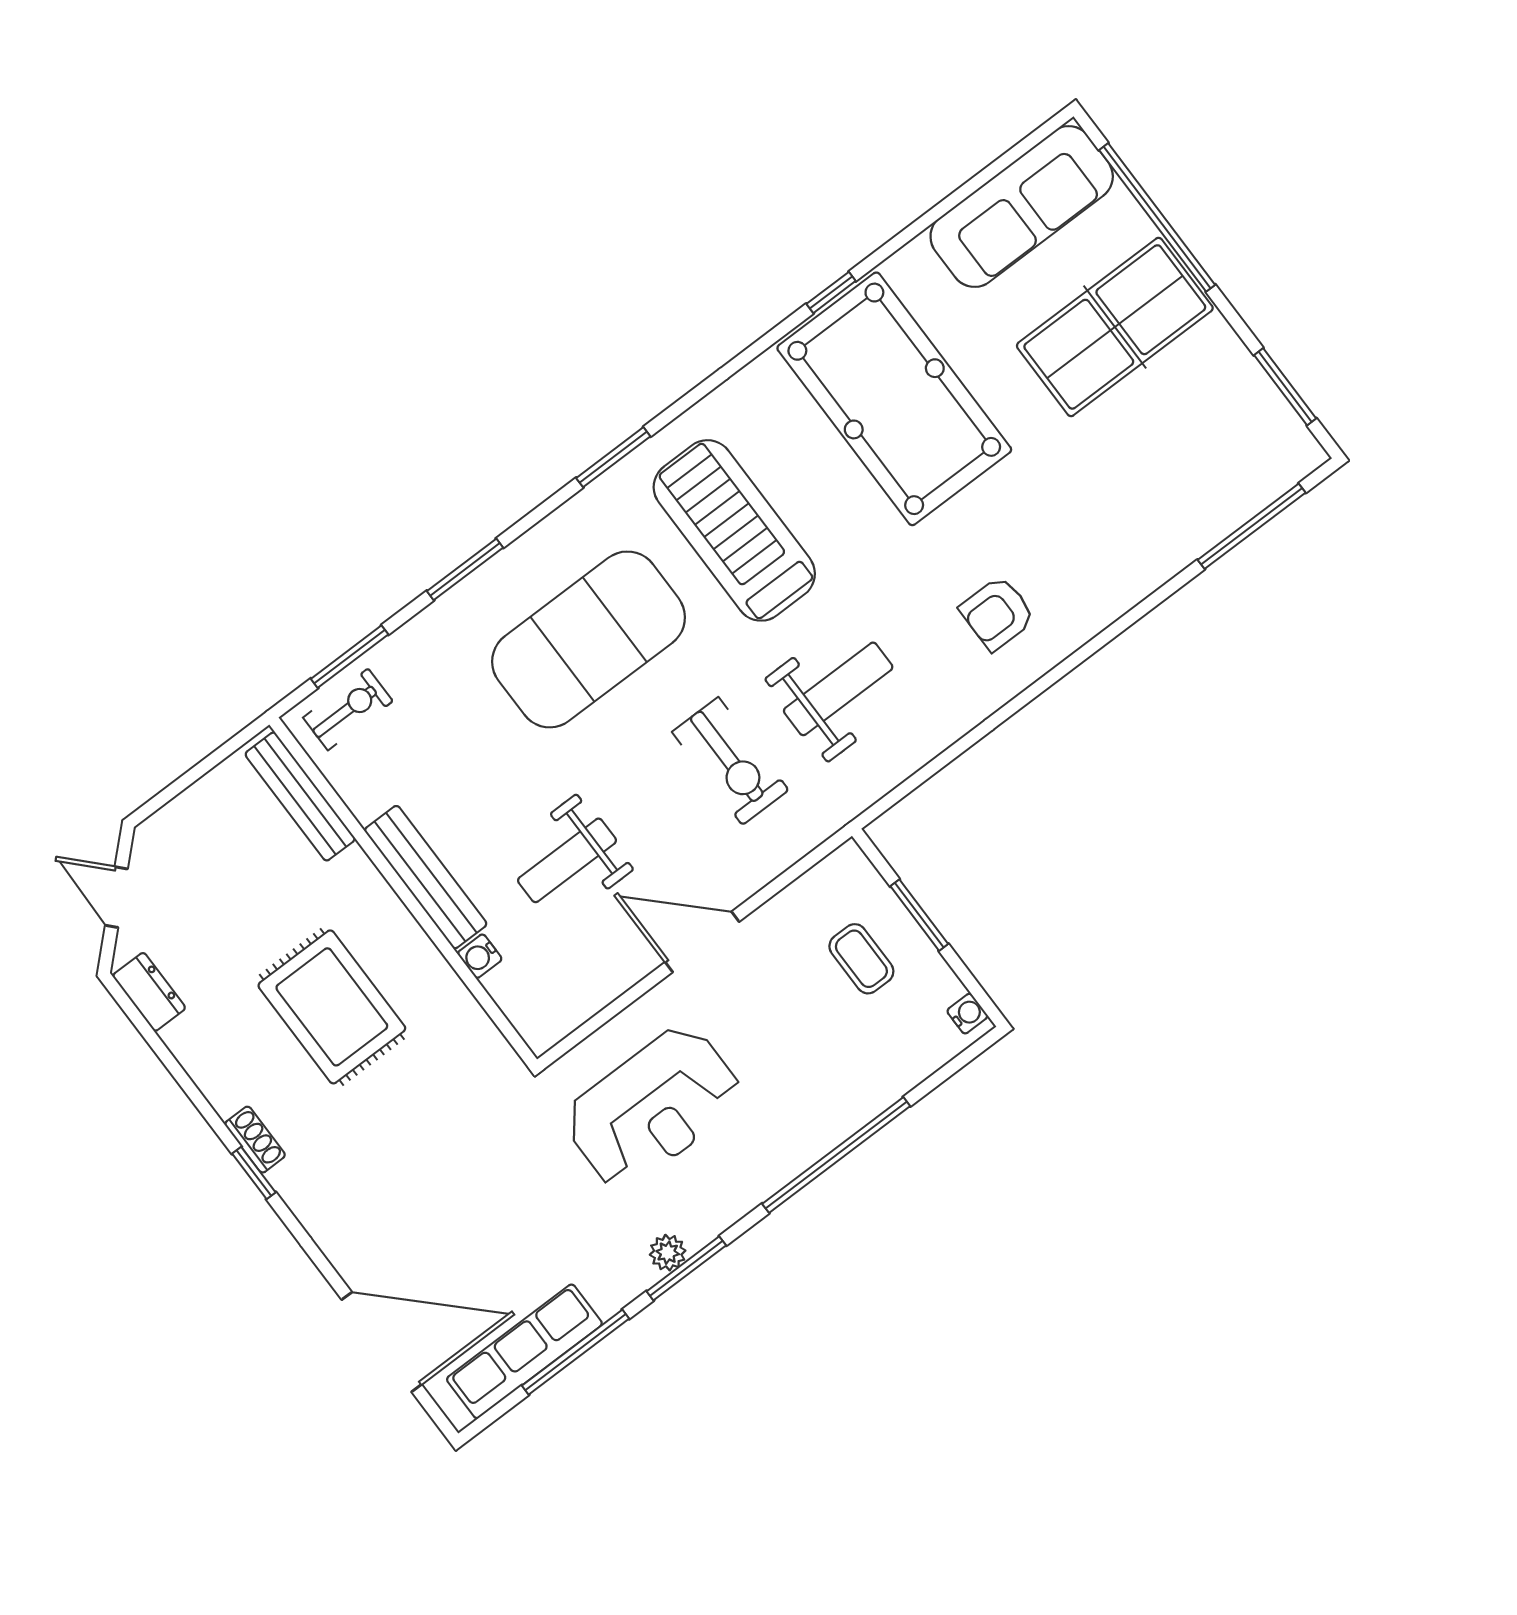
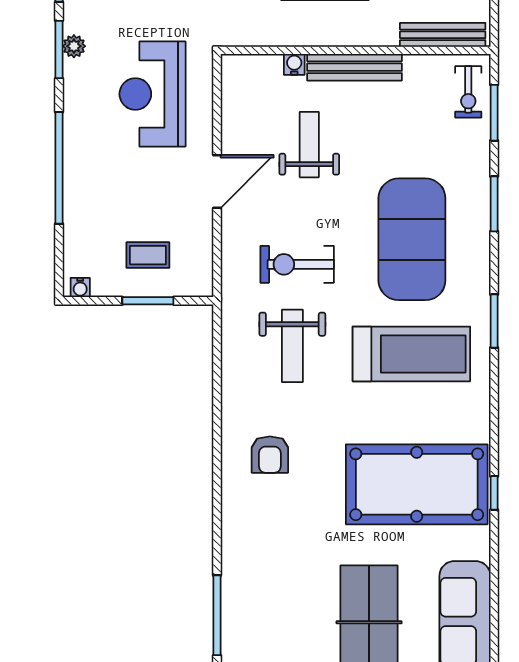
armchair: (997, 613) -> (270, 455), turned 180

